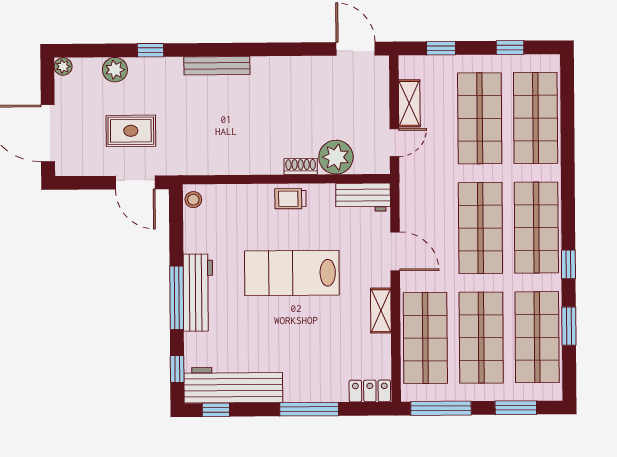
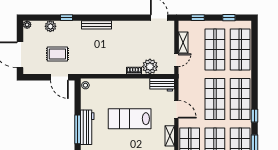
trolley: (290, 199) -> (129, 85), removed

